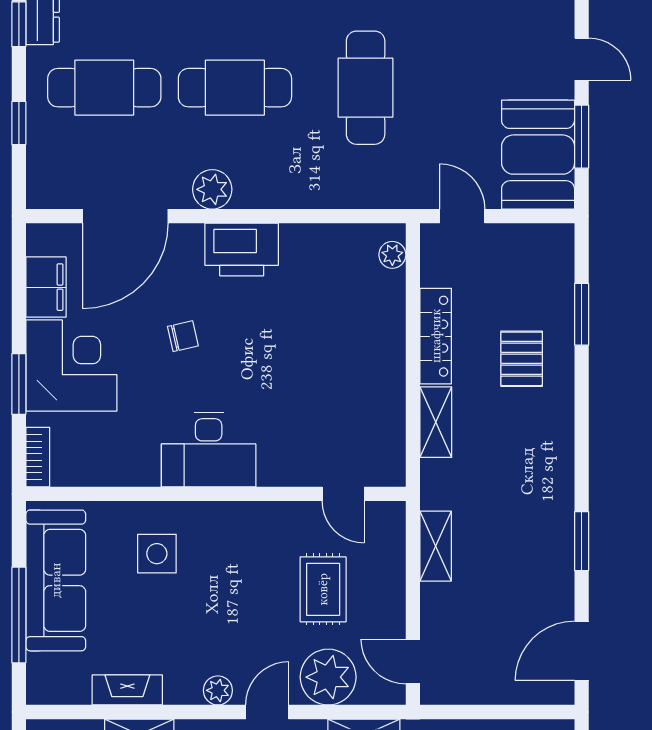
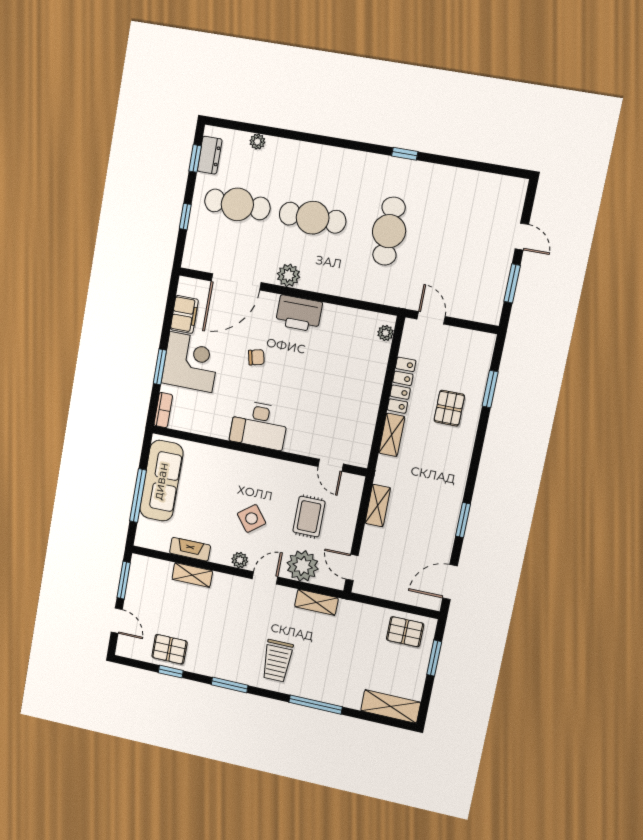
booth: (538, 155) -> (484, 289), removed
side table: (157, 554) -> (252, 518), moved, turned -38

